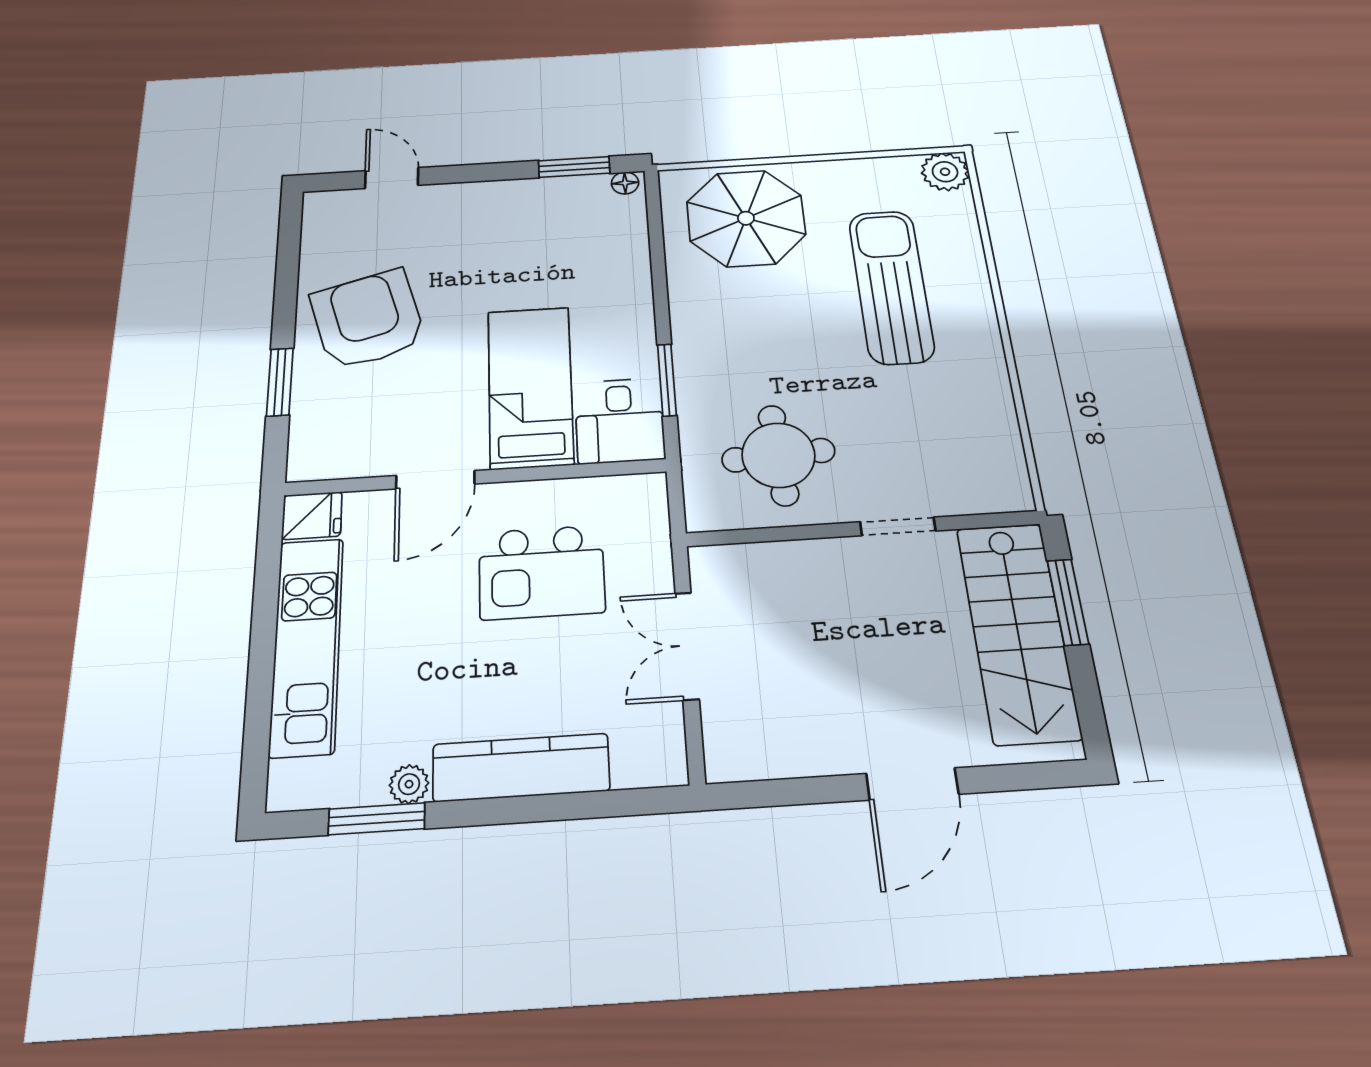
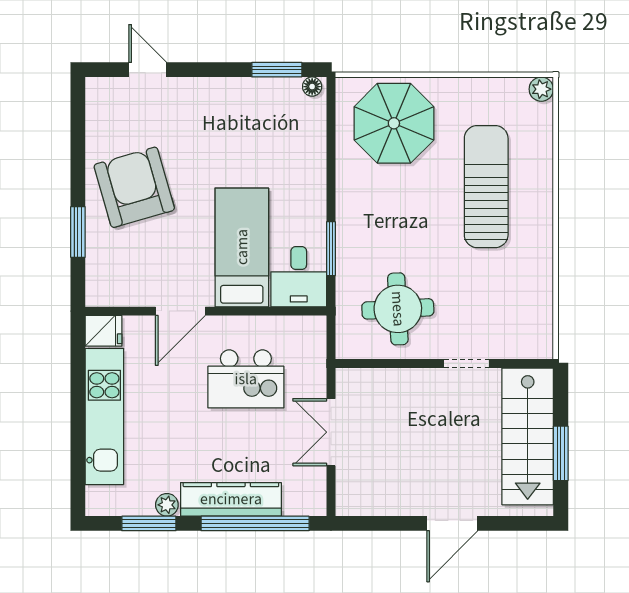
plant: (945, 172) -> (541, 89), width x0.73, depth x0.73
window: (1068, 602) -> (561, 453), moved
window: (565, 807) -> (255, 523), added

